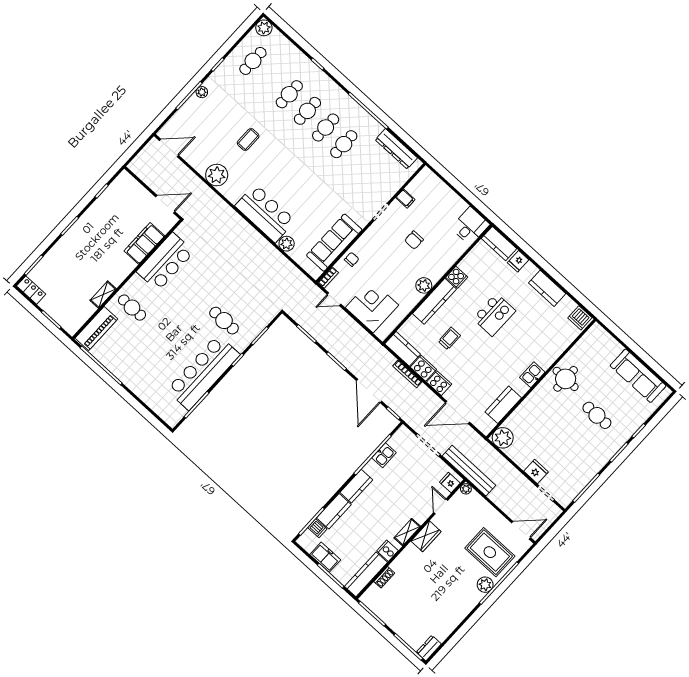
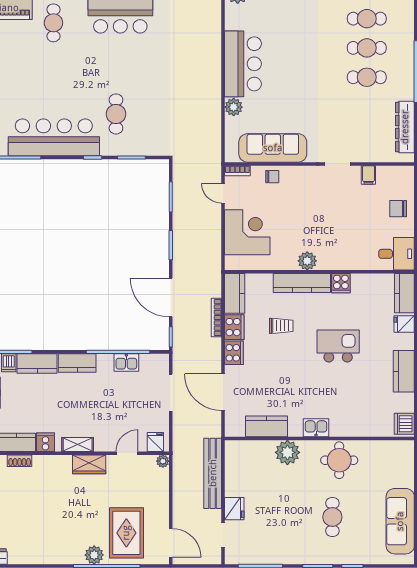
chair: (414, 240) -> (398, 209), moved
kitchen island: (494, 315) -> (338, 346), turned 180
door: (369, 391) -> (171, 298), hinge flipped
plant: (503, 438) -> (287, 452), moved
bench: (469, 471) -> (213, 473), moved

